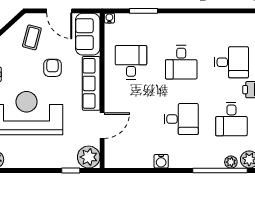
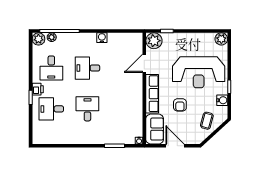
coffee table: (32, 37) -> (207, 121), moved
desk: (131, 62) -> (124, 109), removed
desk: (231, 119) -> (51, 68), turned 180

